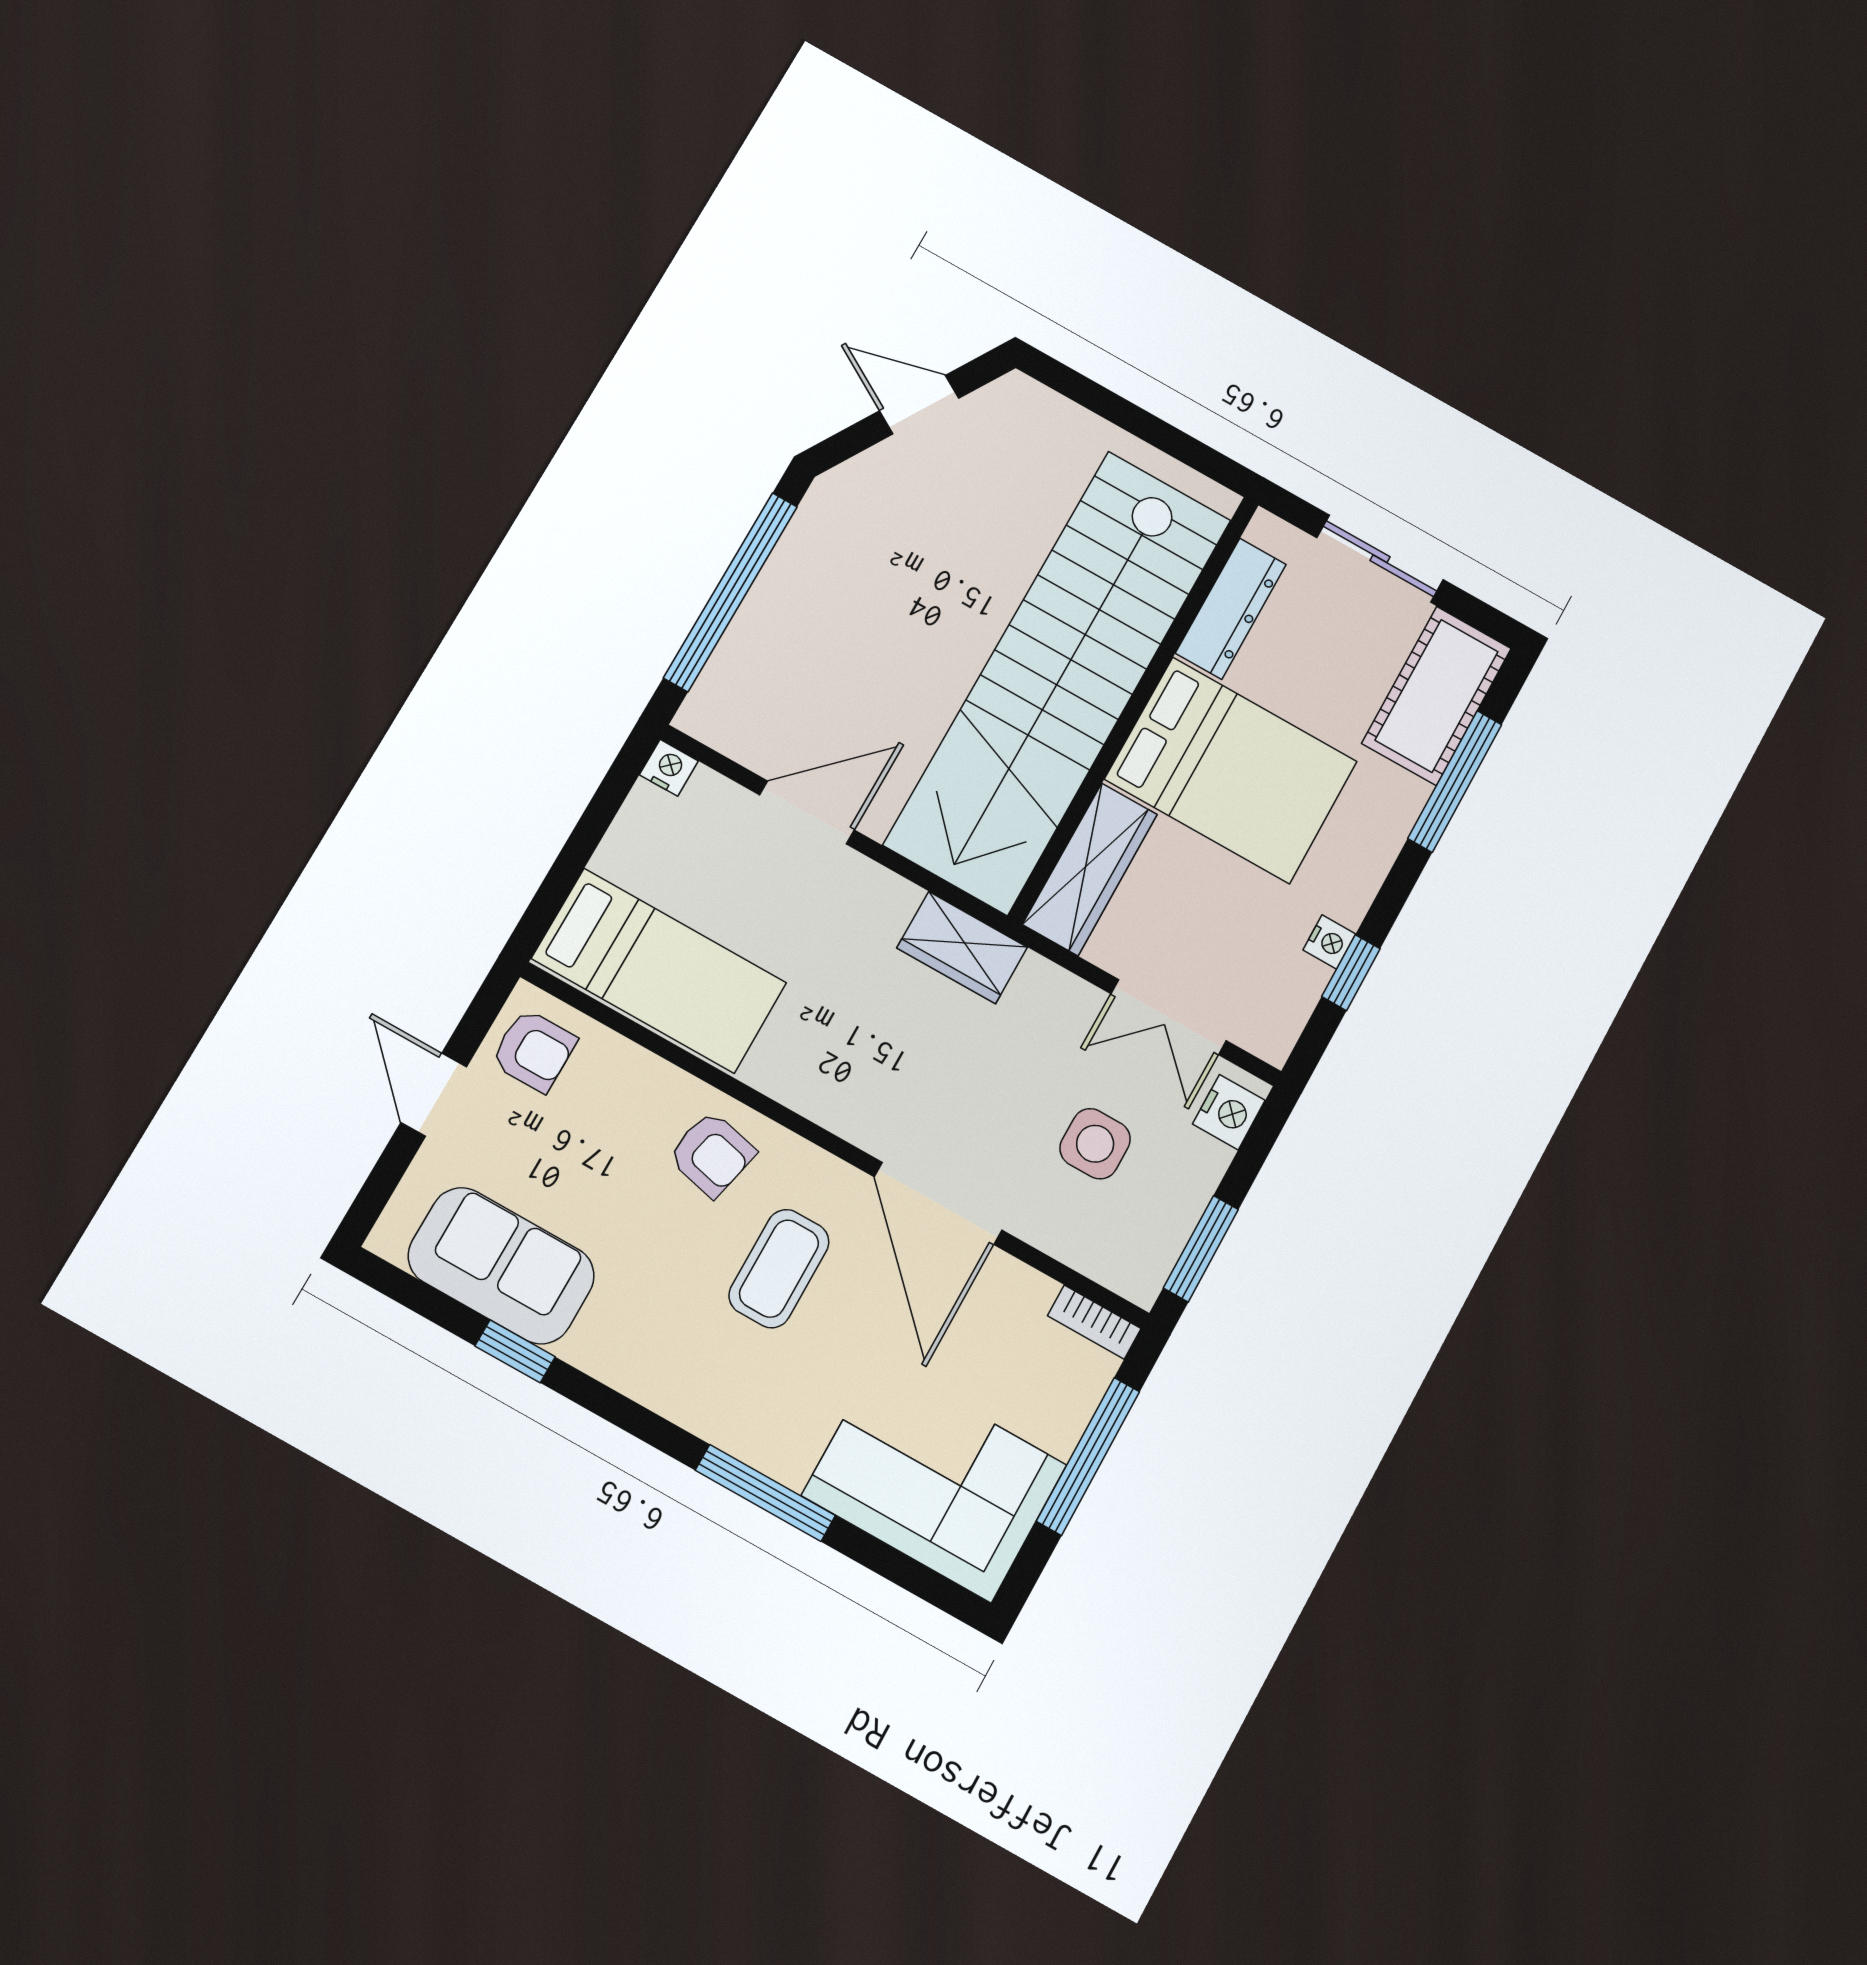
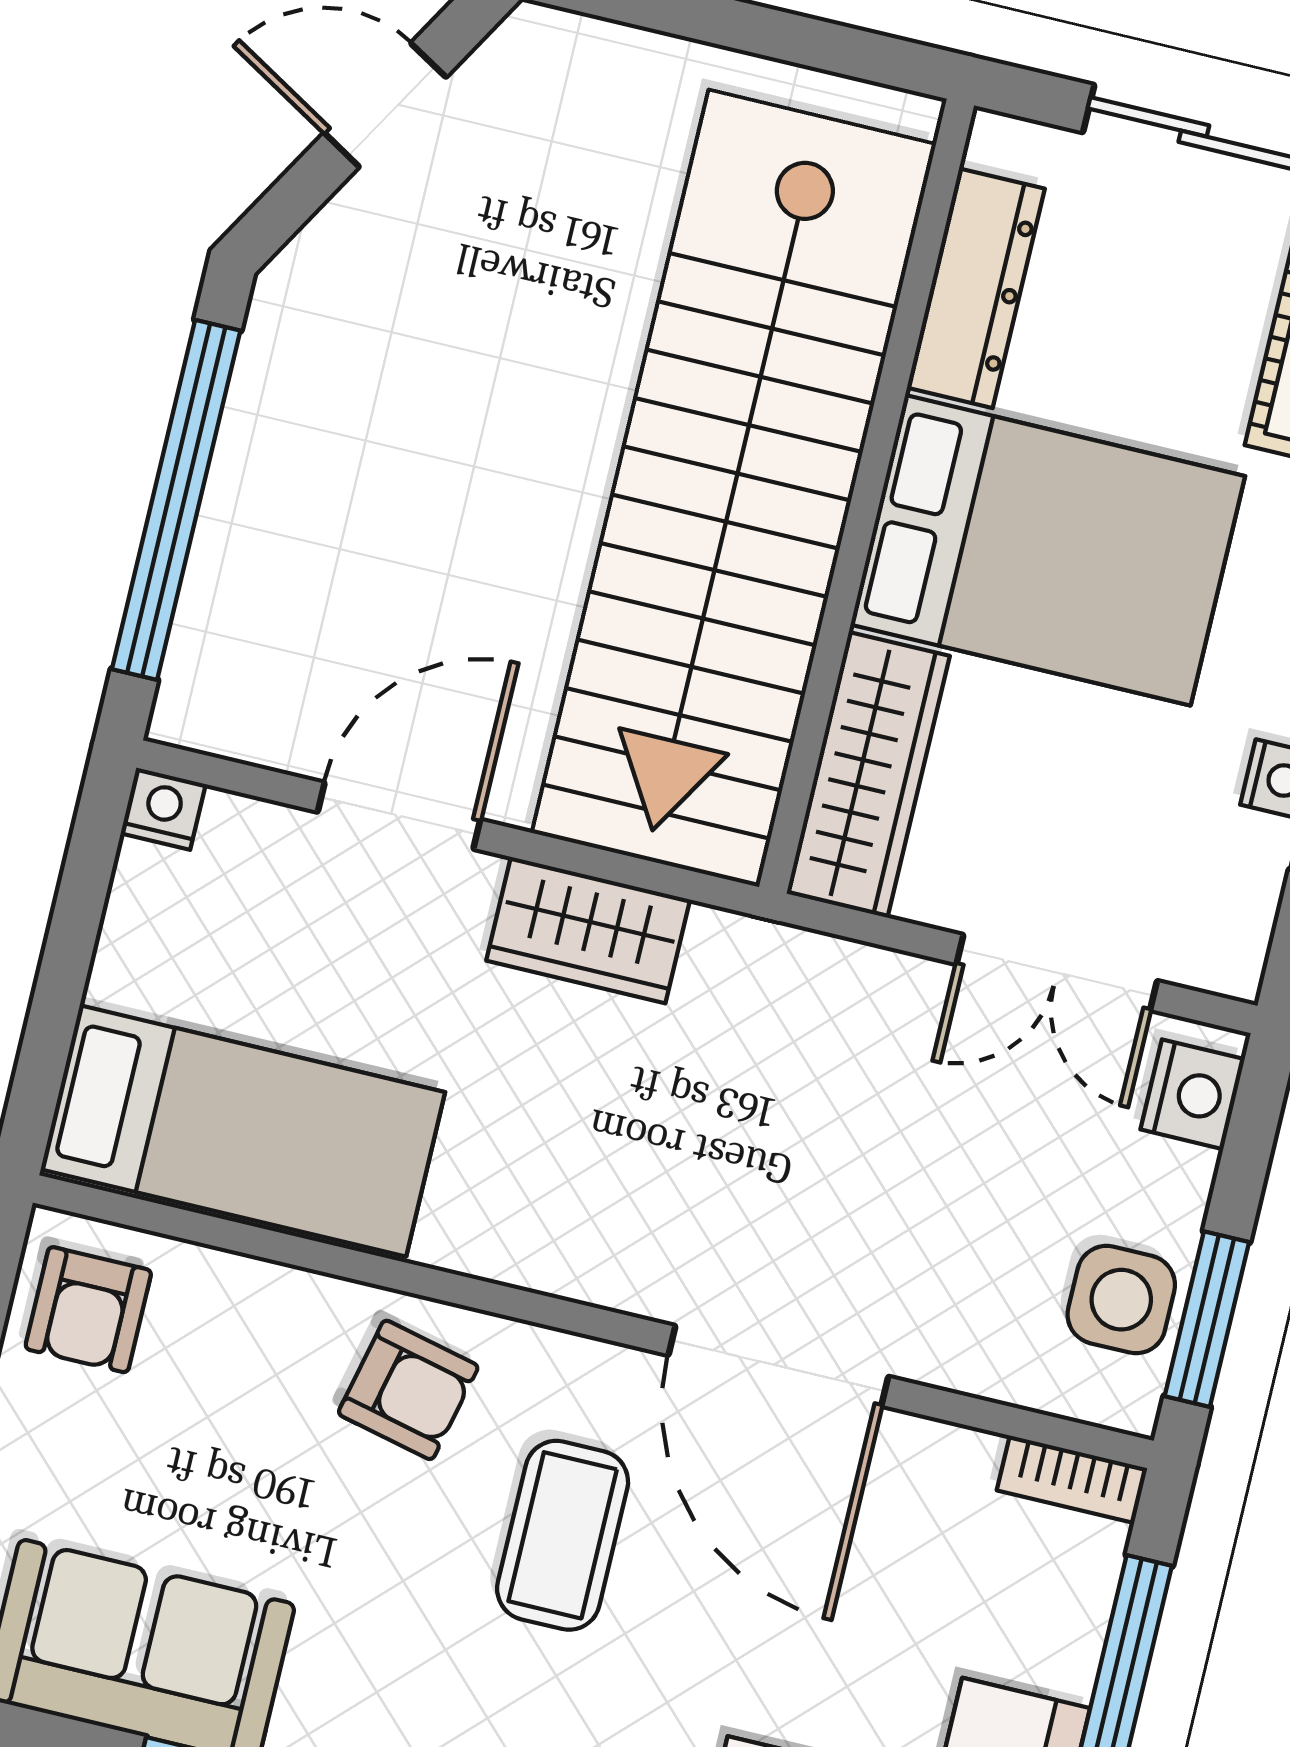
wardrobe: (962, 948) -> (588, 930), moved
armchair: (534, 1050) -> (88, 1310), turned 90
side table: (1095, 1144) -> (1121, 1300), moved

